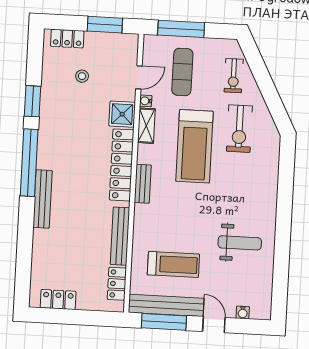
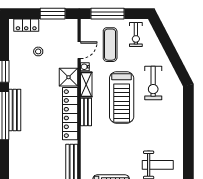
exercise bike: (234, 76) -> (136, 35), moved
bench: (143, 184) -> (86, 112), moved
bench: (43, 199) -> (15, 110), moved

